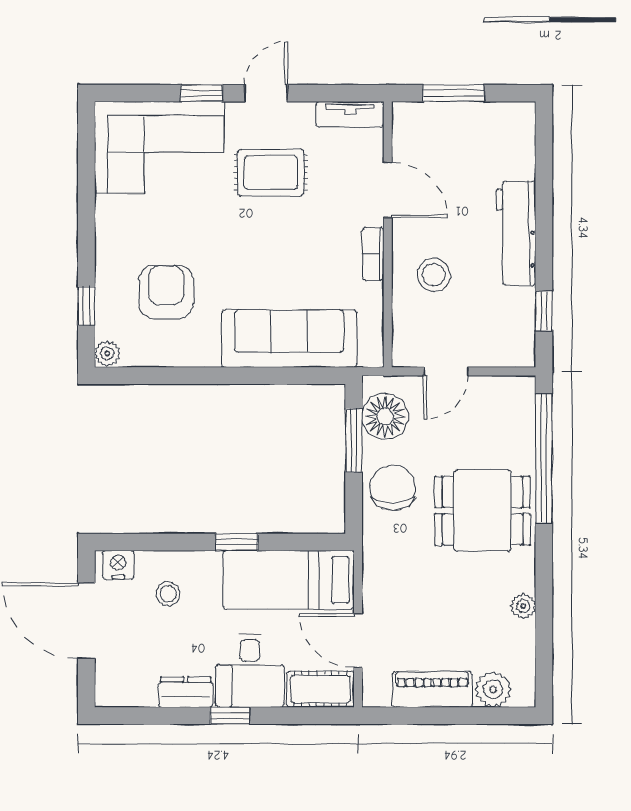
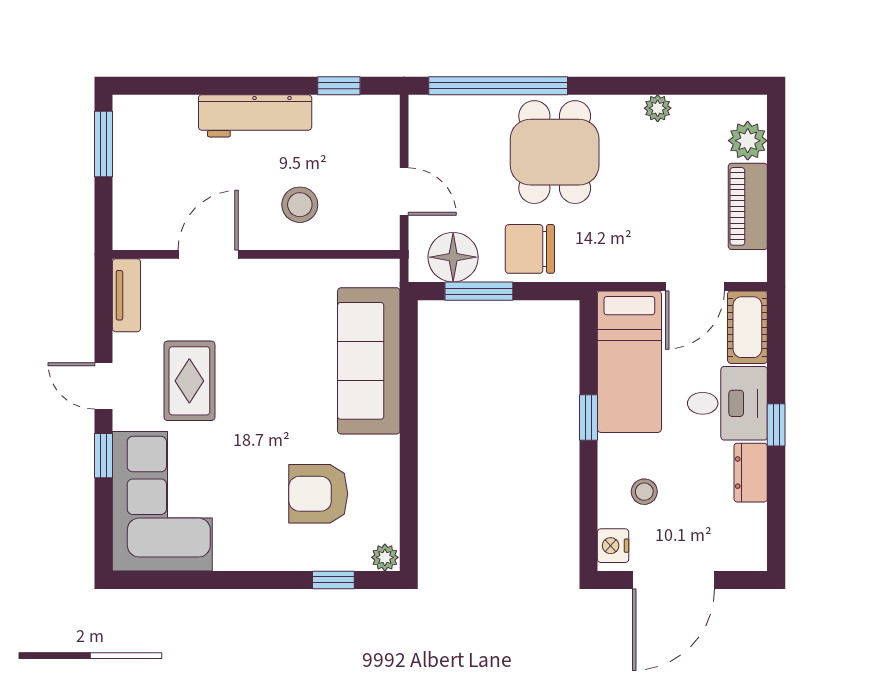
window: (454, 93) -> (104, 144), moved
bookcase: (373, 254) -> (277, 270), removed

